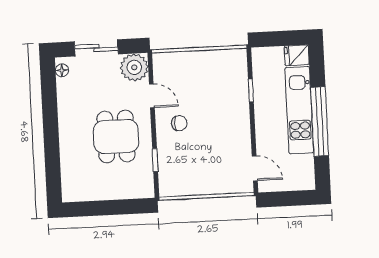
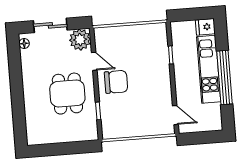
chair: (179, 123) -> (116, 82), width x1.87, depth x1.87

